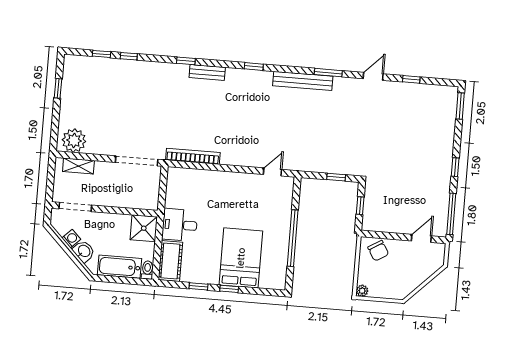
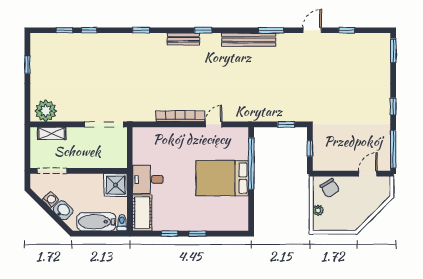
bench: (207, 72) -> (183, 39), moved
bookcase: (193, 156) -> (180, 116), moved
door: (272, 172) -> (214, 124), moved
window: (293, 238) -> (251, 163), moved
bed: (241, 258) -> (222, 178), moved, turned -90
plant: (362, 291) -> (318, 210), moved

